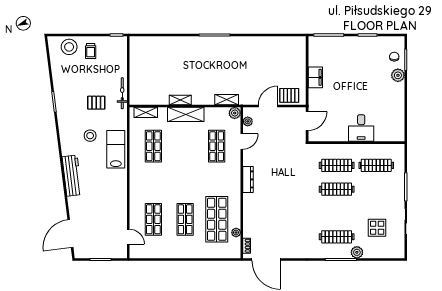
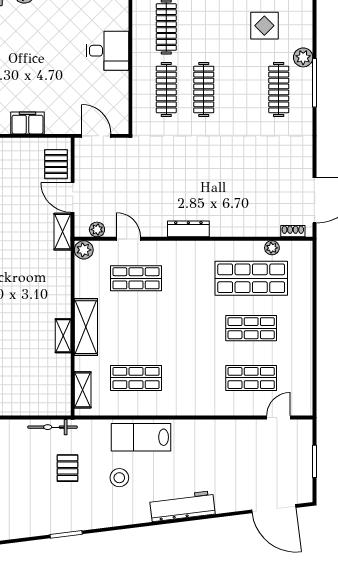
shelving: (227, 100) -> (63, 232), moved

